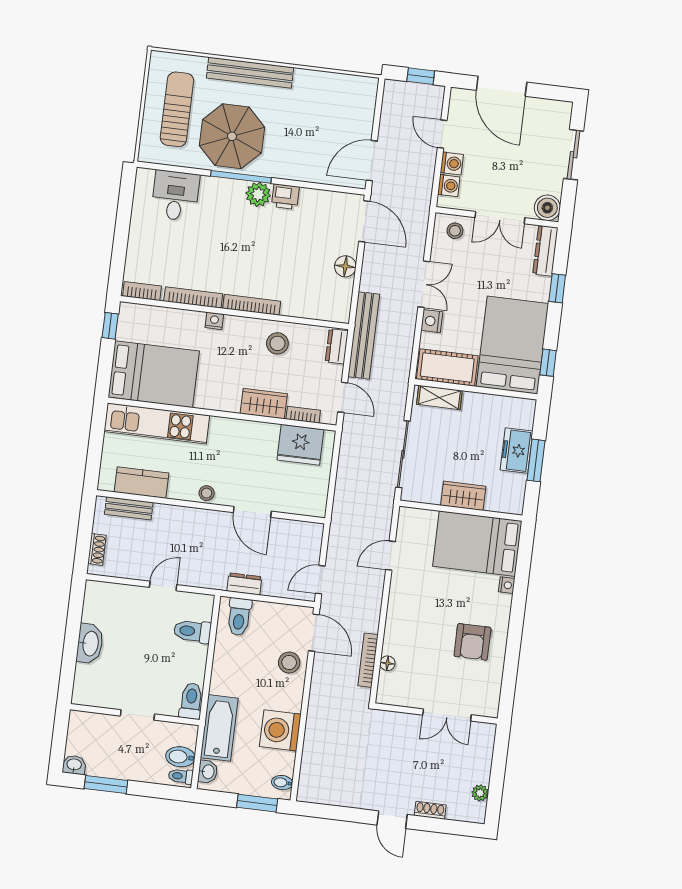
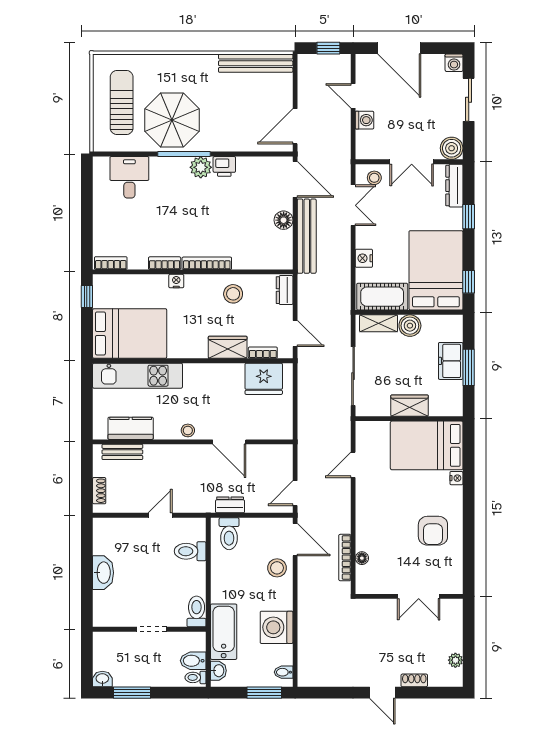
bench: (250, 73) -> (256, 63), moved
washing machine: (449, 186) -> (454, 63), moved, turned 90
double door: (424, 284) -> (353, 205), moved
bookcase: (193, 297) -> (165, 263), width x0.64
bench: (364, 335) -> (307, 236), moved
boiler: (475, 404) -> (410, 326), added

